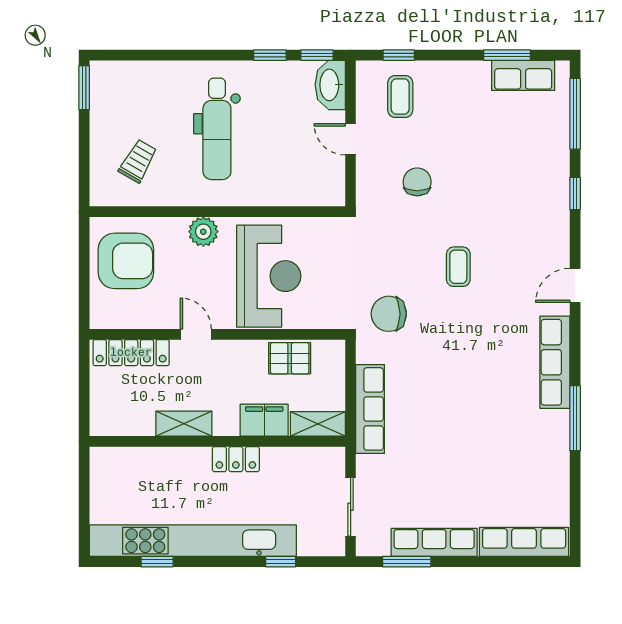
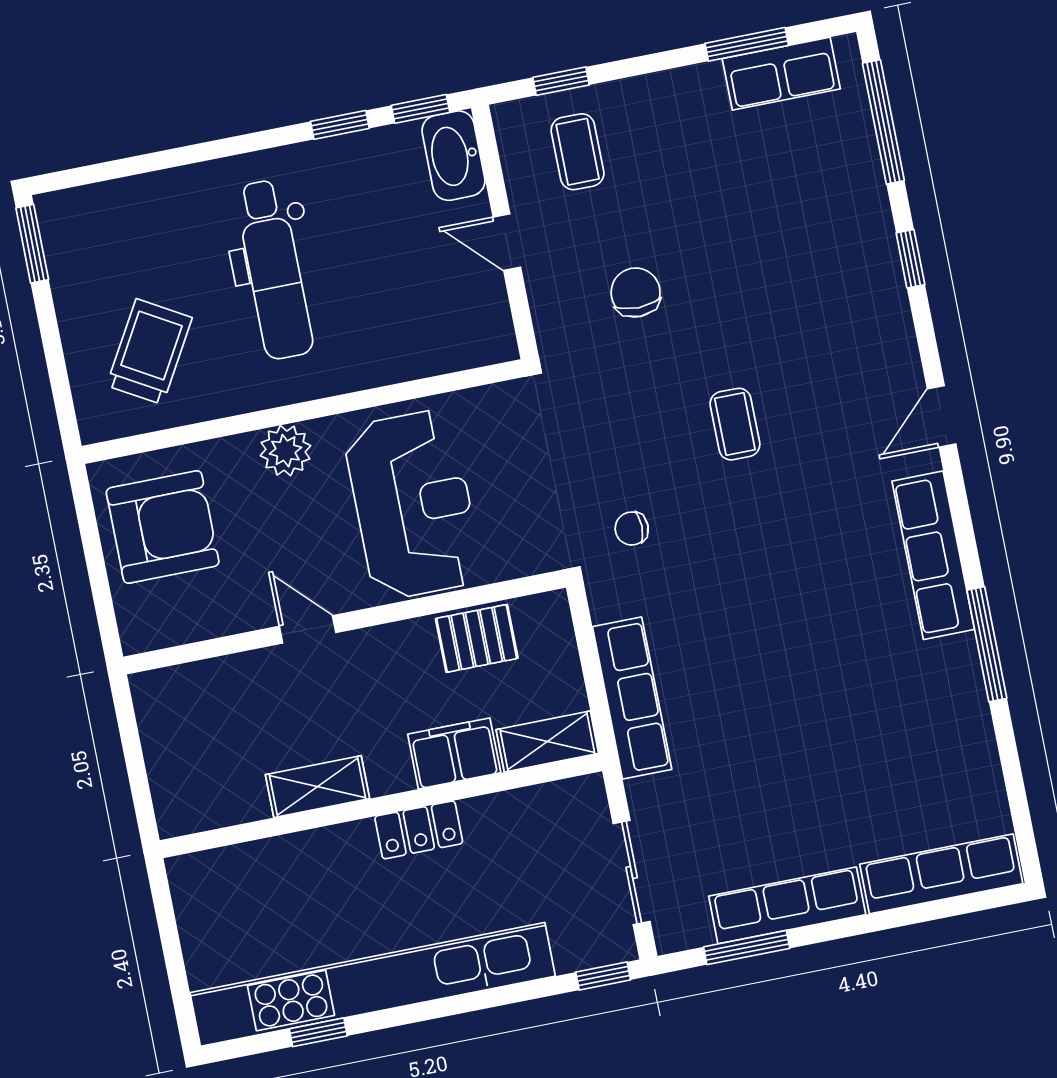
trolley: (138, 161) -> (149, 352), width x1.36, depth x1.39
chair: (389, 314) -> (632, 529), width x0.54, depth x0.54
locker: (131, 353) -> (203, 683), removed
window: (281, 562) -> (603, 976), moved

